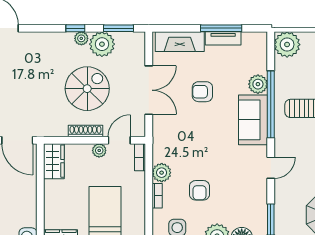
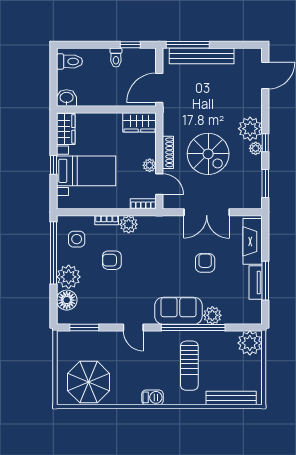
plant: (102, 44) -> (250, 129), moved

